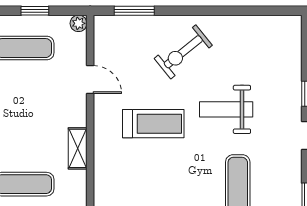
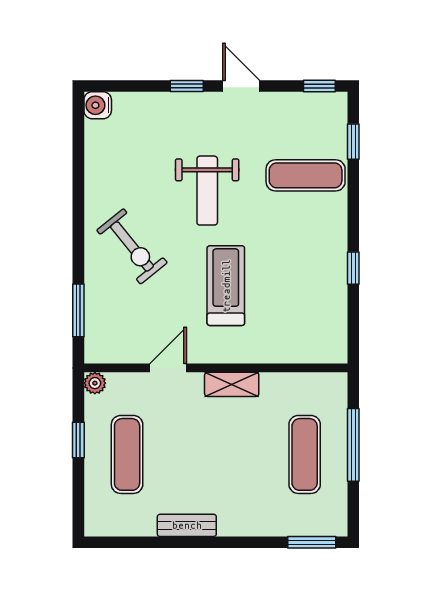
water cooler: (291, 25) -> (98, 105), added
shelving: (78, 148) -> (232, 384), moved

